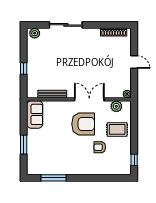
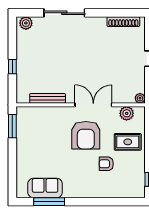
sofa: (35, 114) -> (45, 188), moved, turned -90
armchair: (83, 124) -> (86, 135), turned 90
window: (24, 145) -> (12, 126), moved

